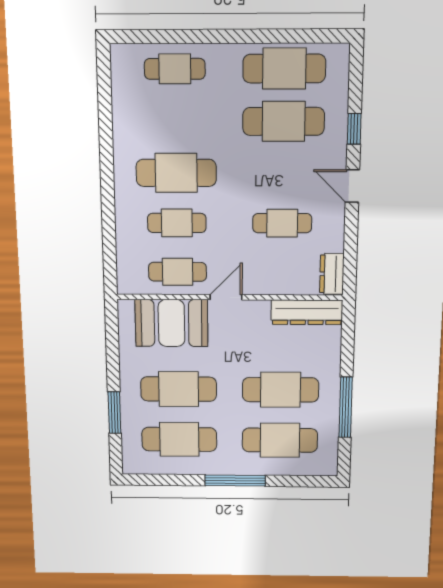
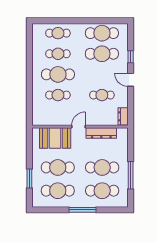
cafe table: (178, 272) -> (58, 54), moved
dresser: (307, 312) -> (101, 133), moved

